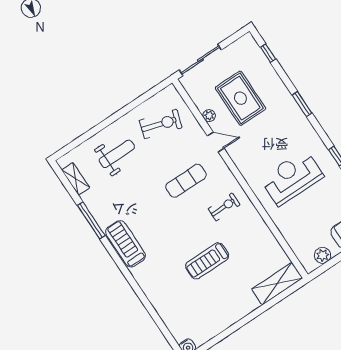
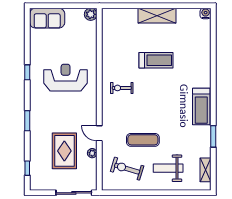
reception desk: (292, 178) -> (66, 78), turned 180
exercise mat: (186, 181) -> (143, 140), moved
window: (91, 220) -> (213, 136), width x0.69
plant: (323, 255) -> (91, 14), moved
shelving: (277, 284) -> (157, 16), moved

